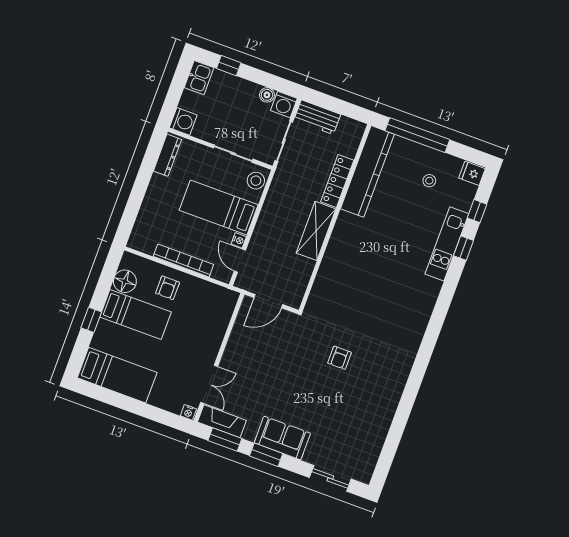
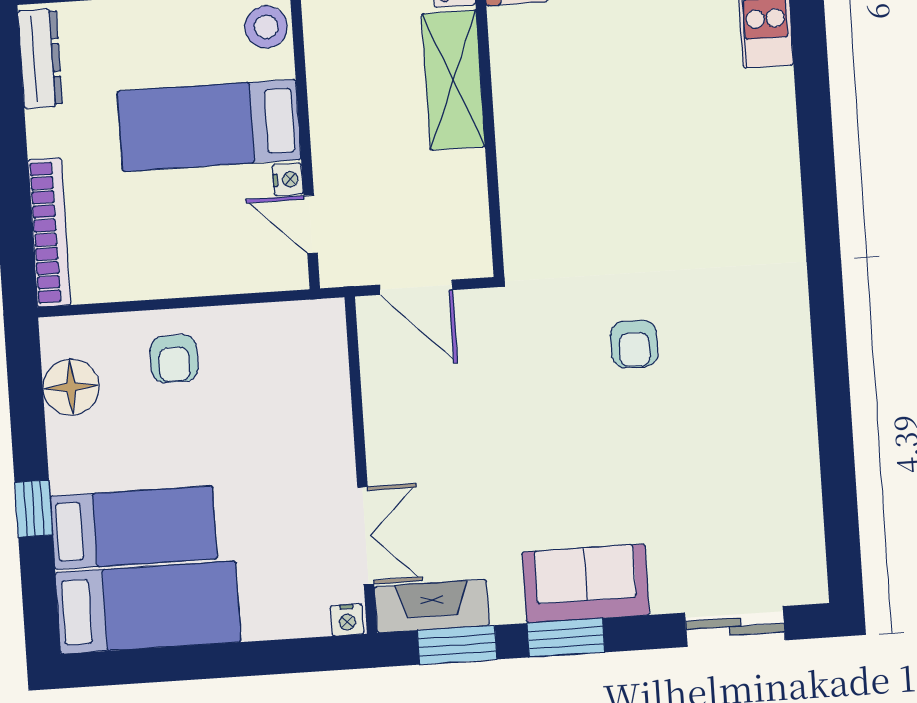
bookcase: (183, 260) -> (49, 232), moved, turned 90
door: (268, 301) -> (416, 287), hinge flipped
bed: (136, 314) -> (134, 528), moved

